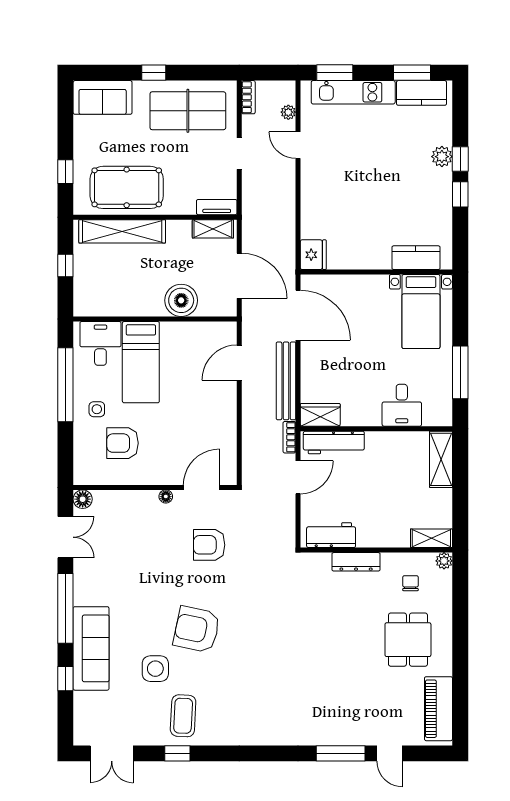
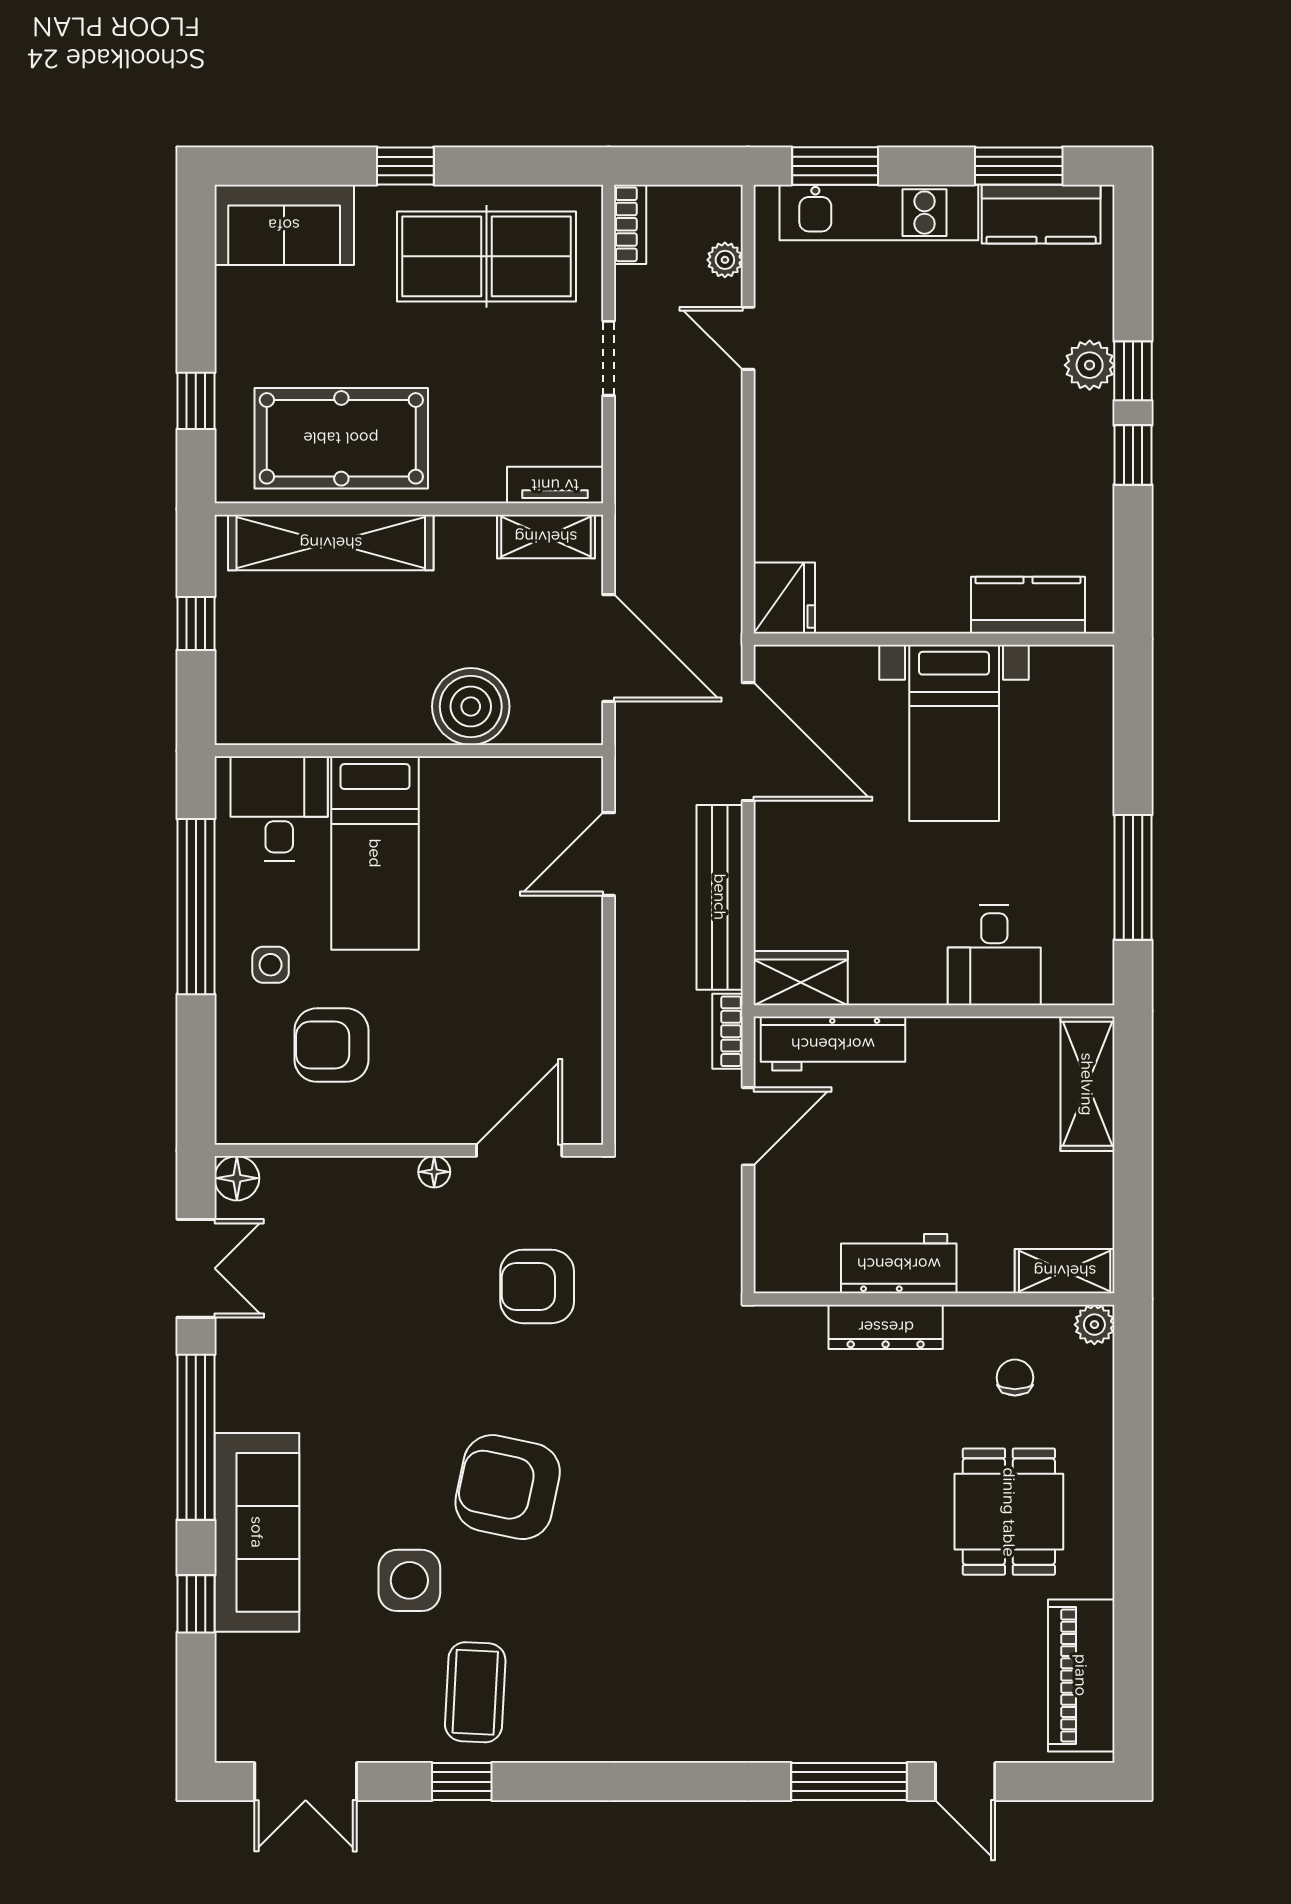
bed with nightstands: (421, 312) -> (954, 733), moved
workbench: (331, 535) -> (899, 1264), moved

